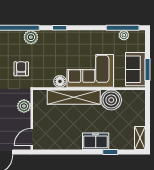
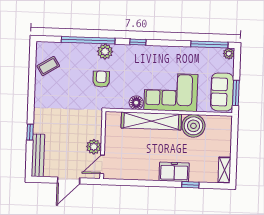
plant: (124, 35) -> (229, 54), moved
armchair: (21, 69) -> (101, 79), moved
plant: (24, 106) -> (94, 147), moved

